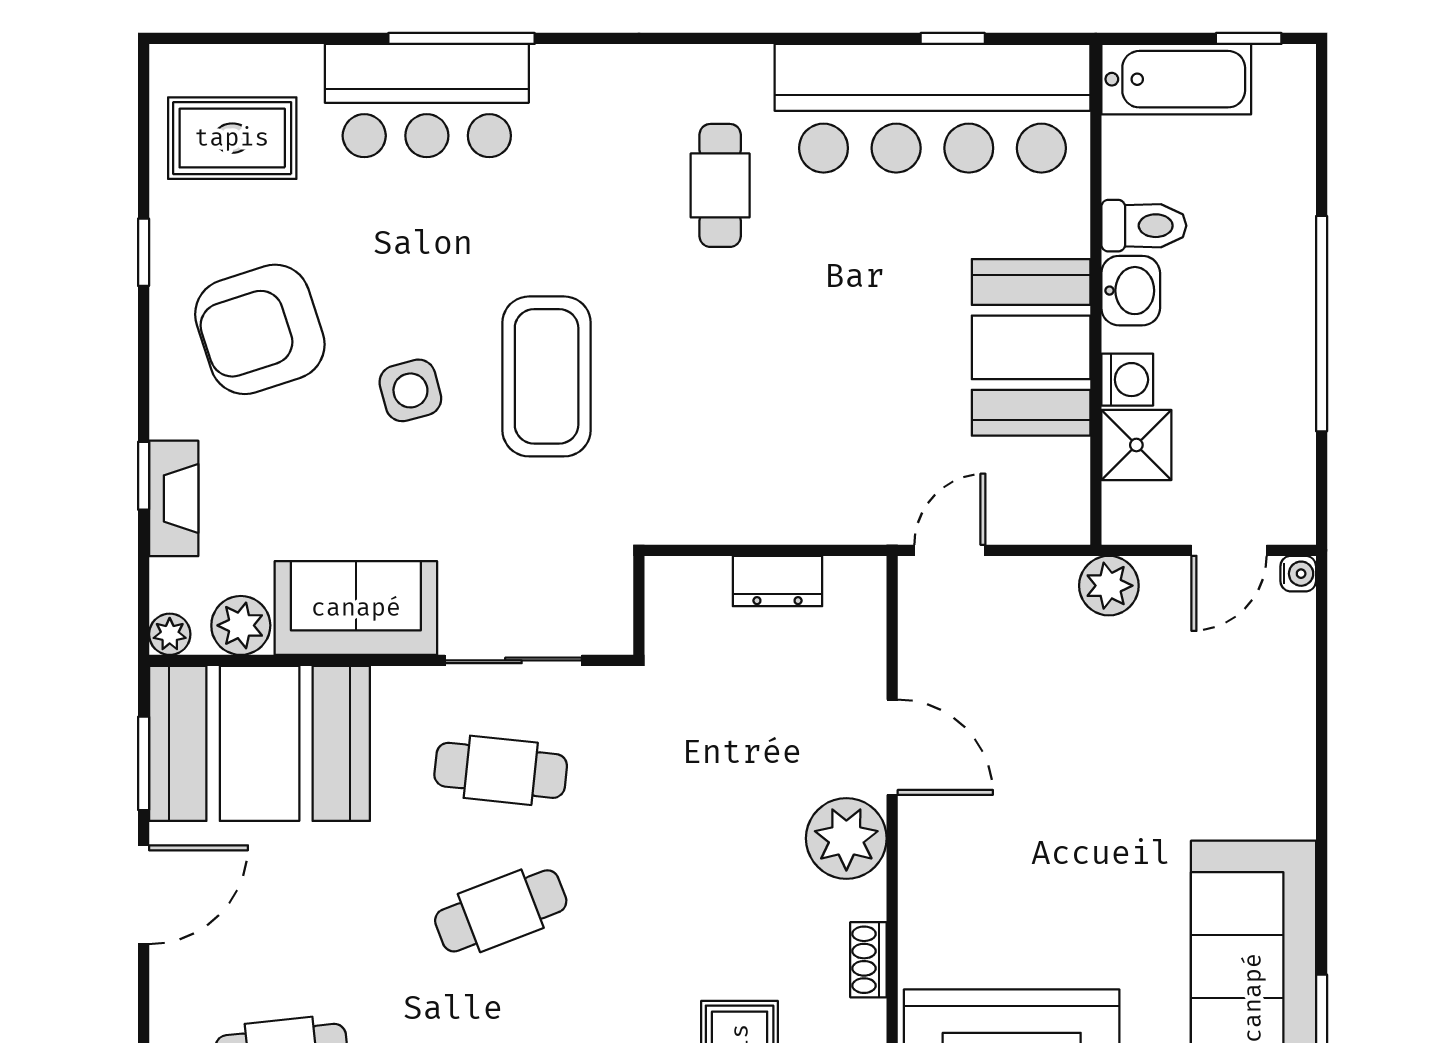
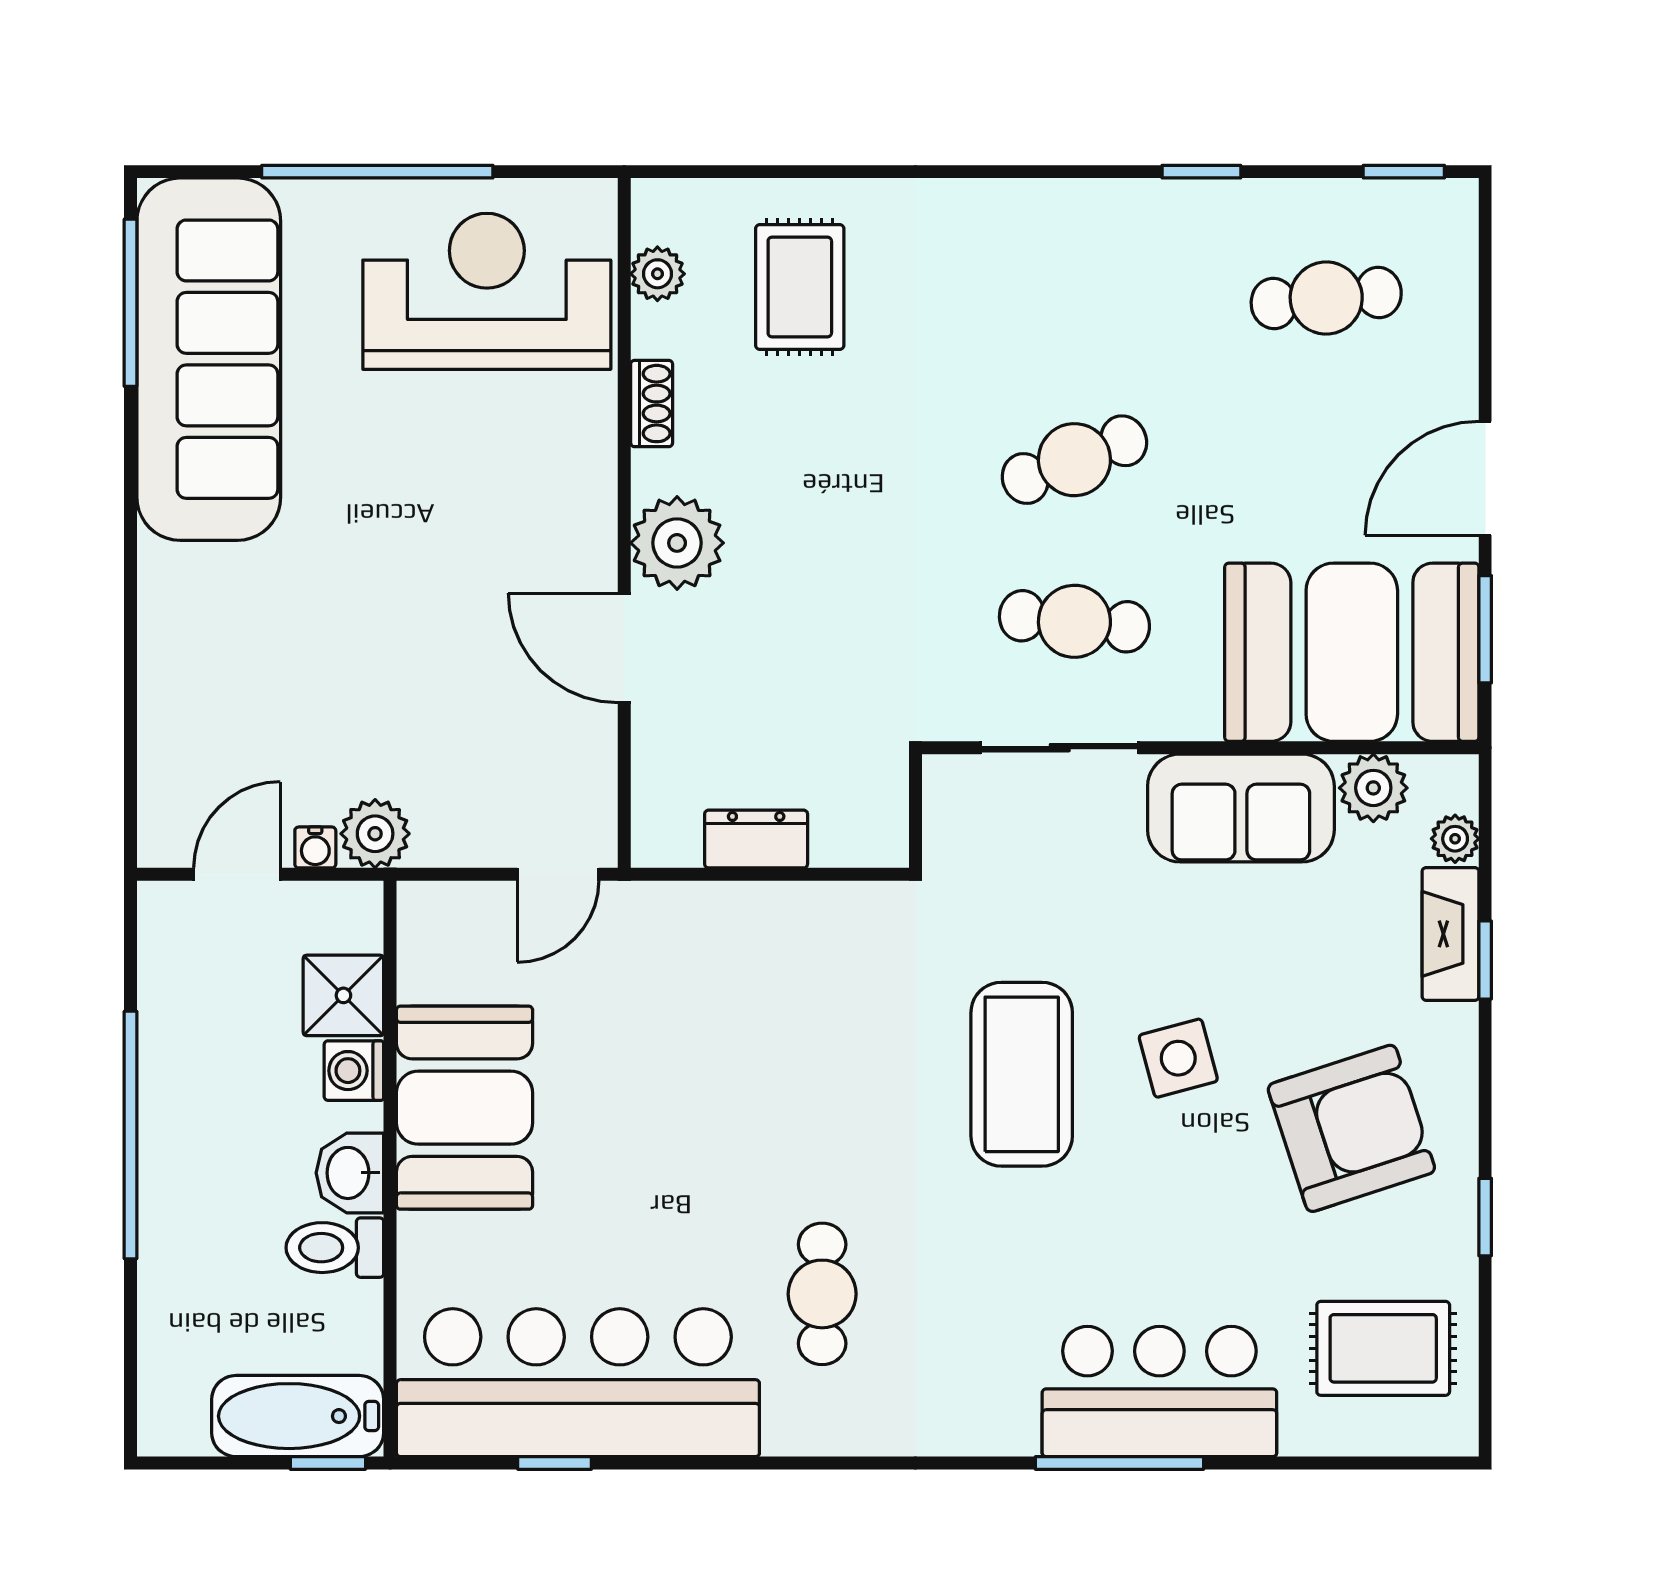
window: (1249, 38) -> (328, 1463), moved
water cooler: (1298, 574) -> (315, 847), moved, turned -90
plant: (170, 634) -> (1455, 839), moved

